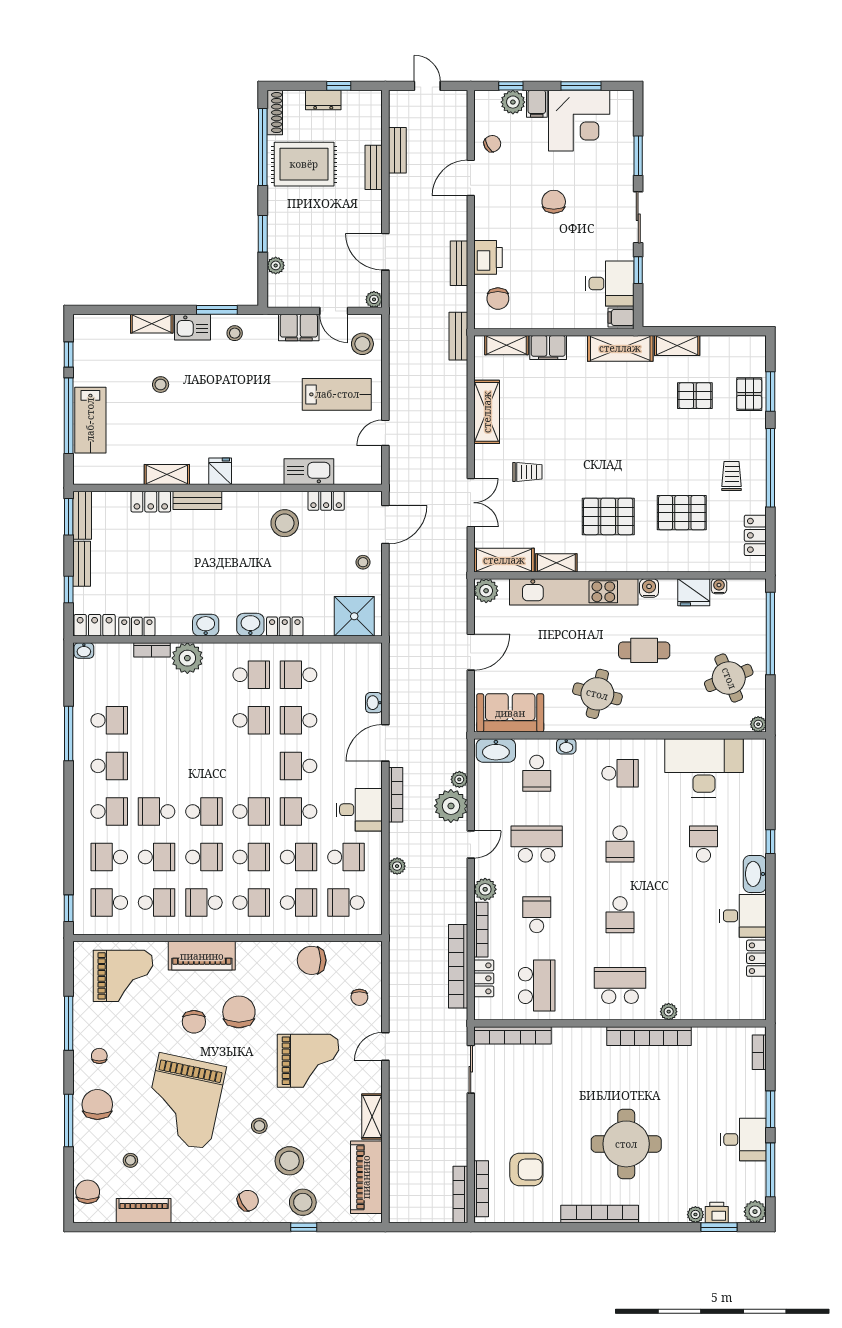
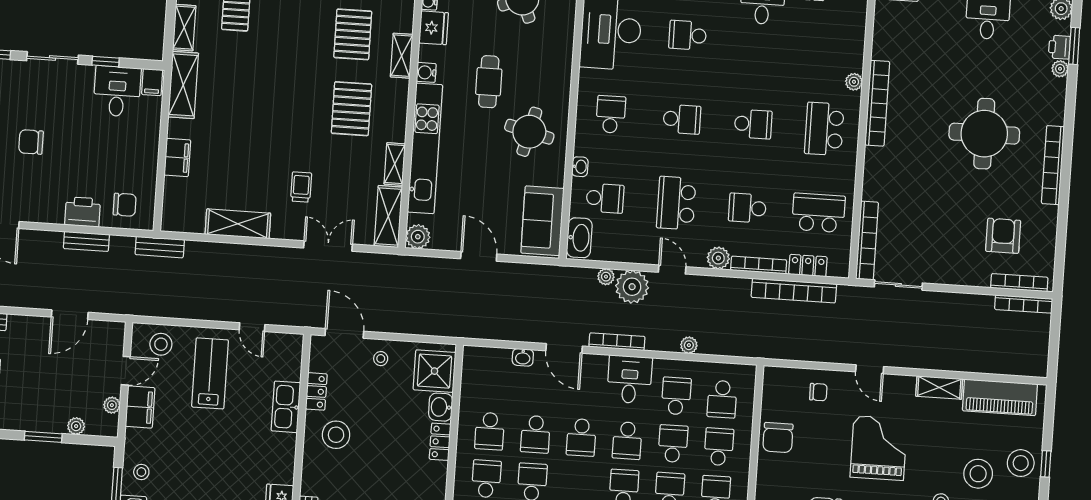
plant: (374, 299) -> (112, 405), moved
shelving: (507, 345) -> (402, 56), moved
washbasin: (250, 625) -> (441, 407), moved

